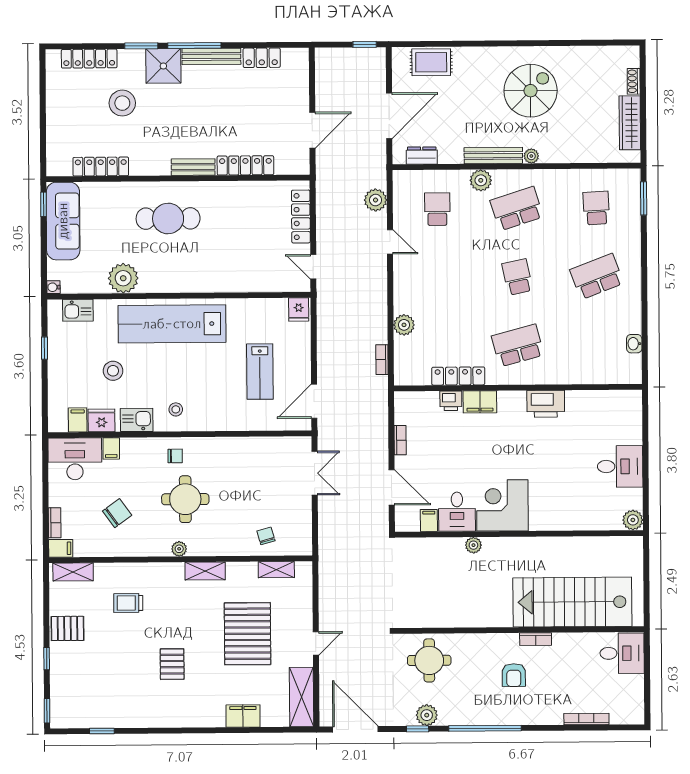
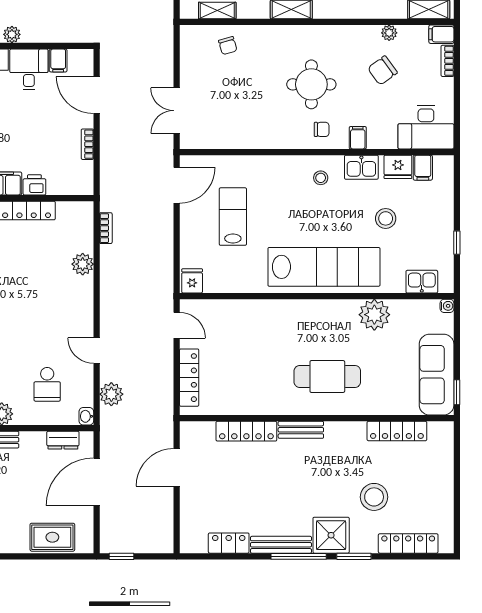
washbasin: (399, 179) -> (86, 416), added
filing cabinet: (111, 448) -> (358, 138), moved
chair: (175, 456) -> (322, 129), turned 180
plant: (179, 549) -> (389, 33), moved

